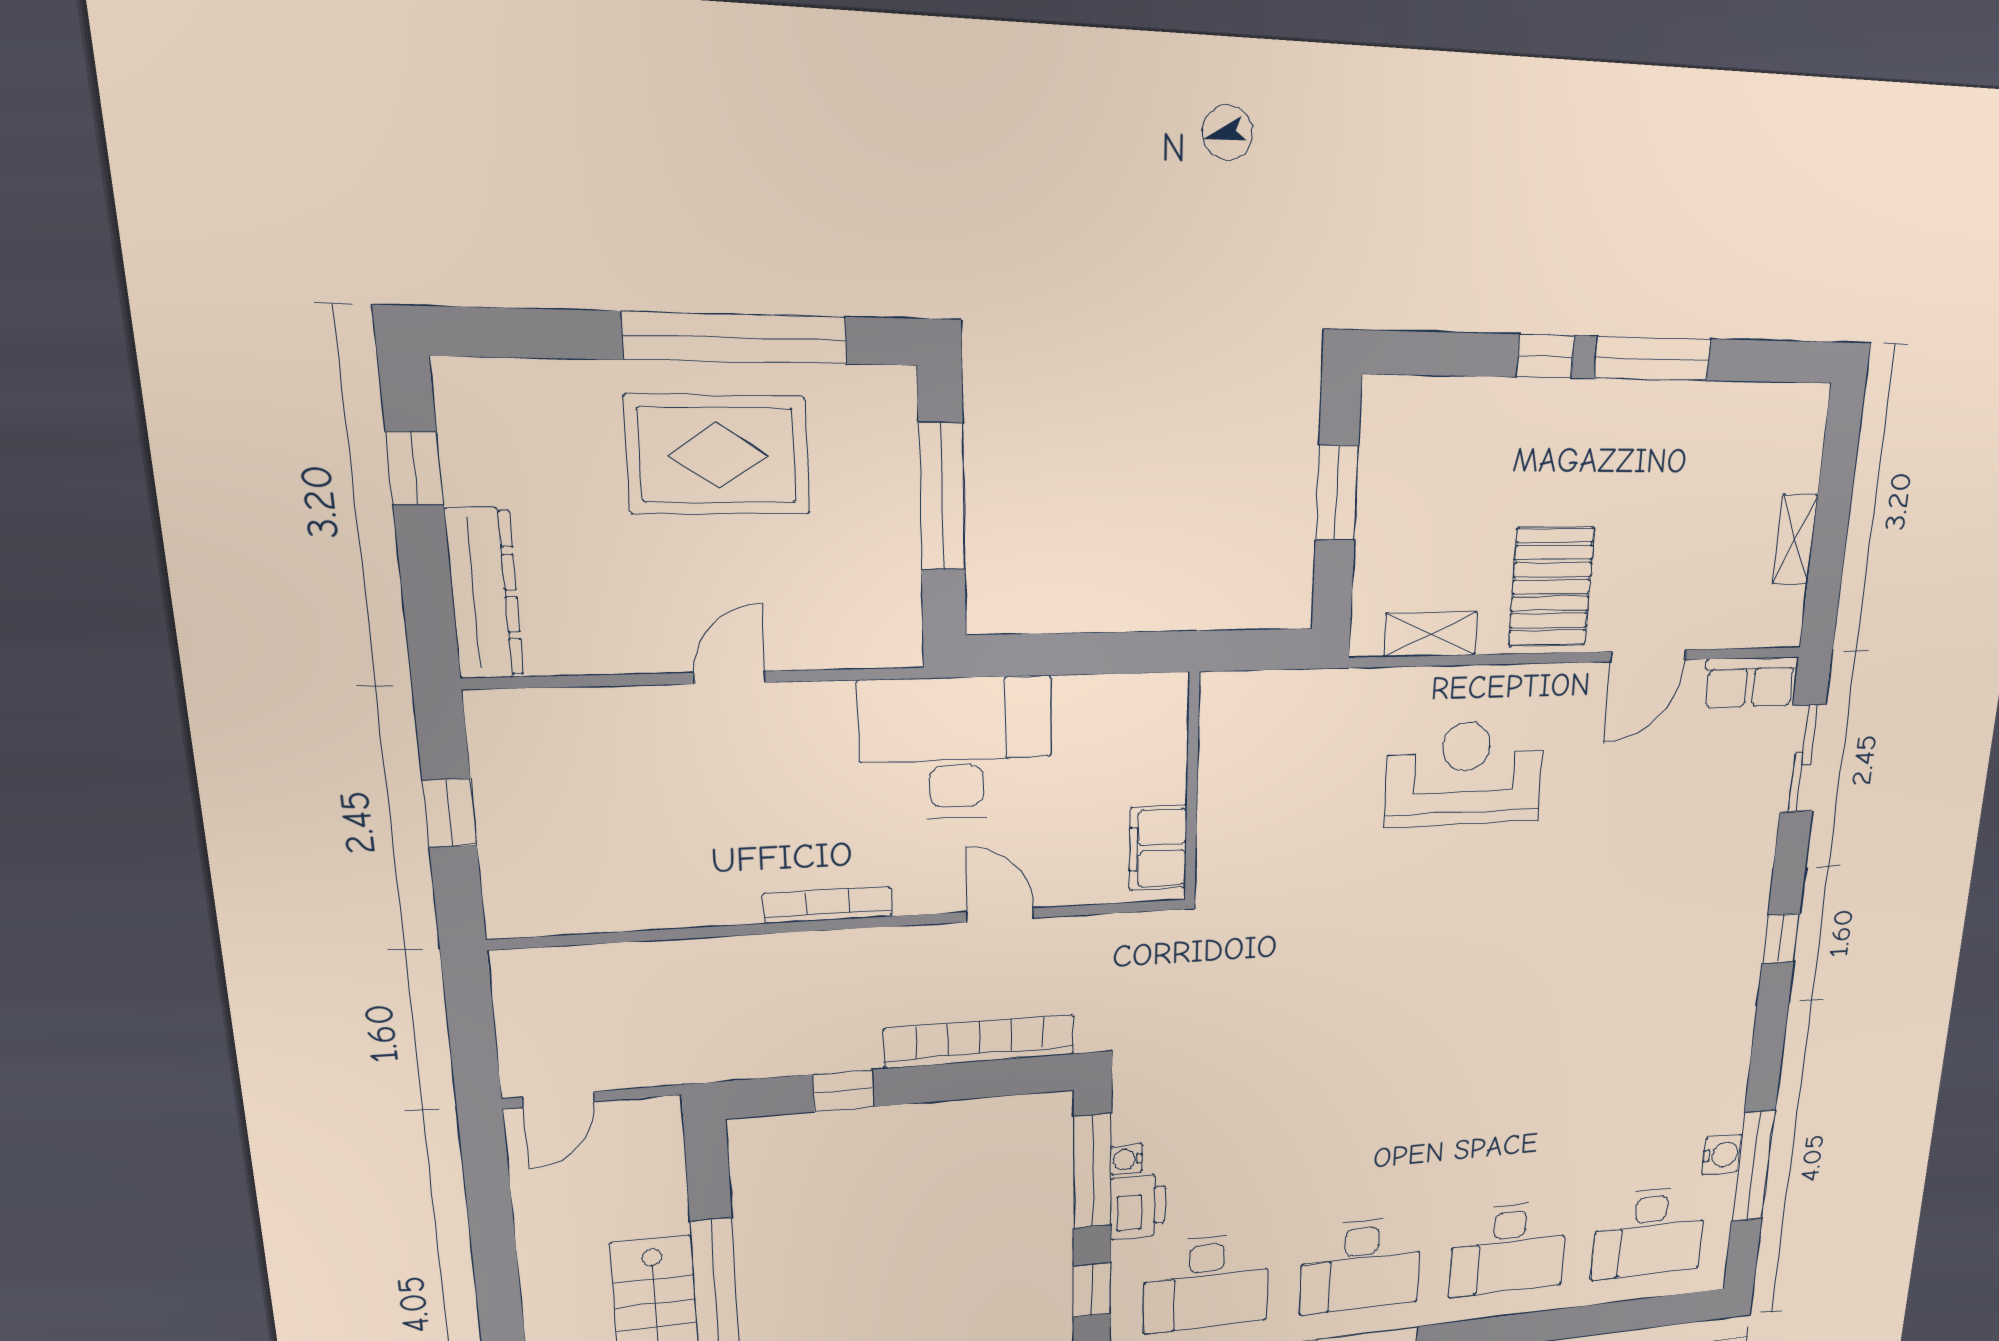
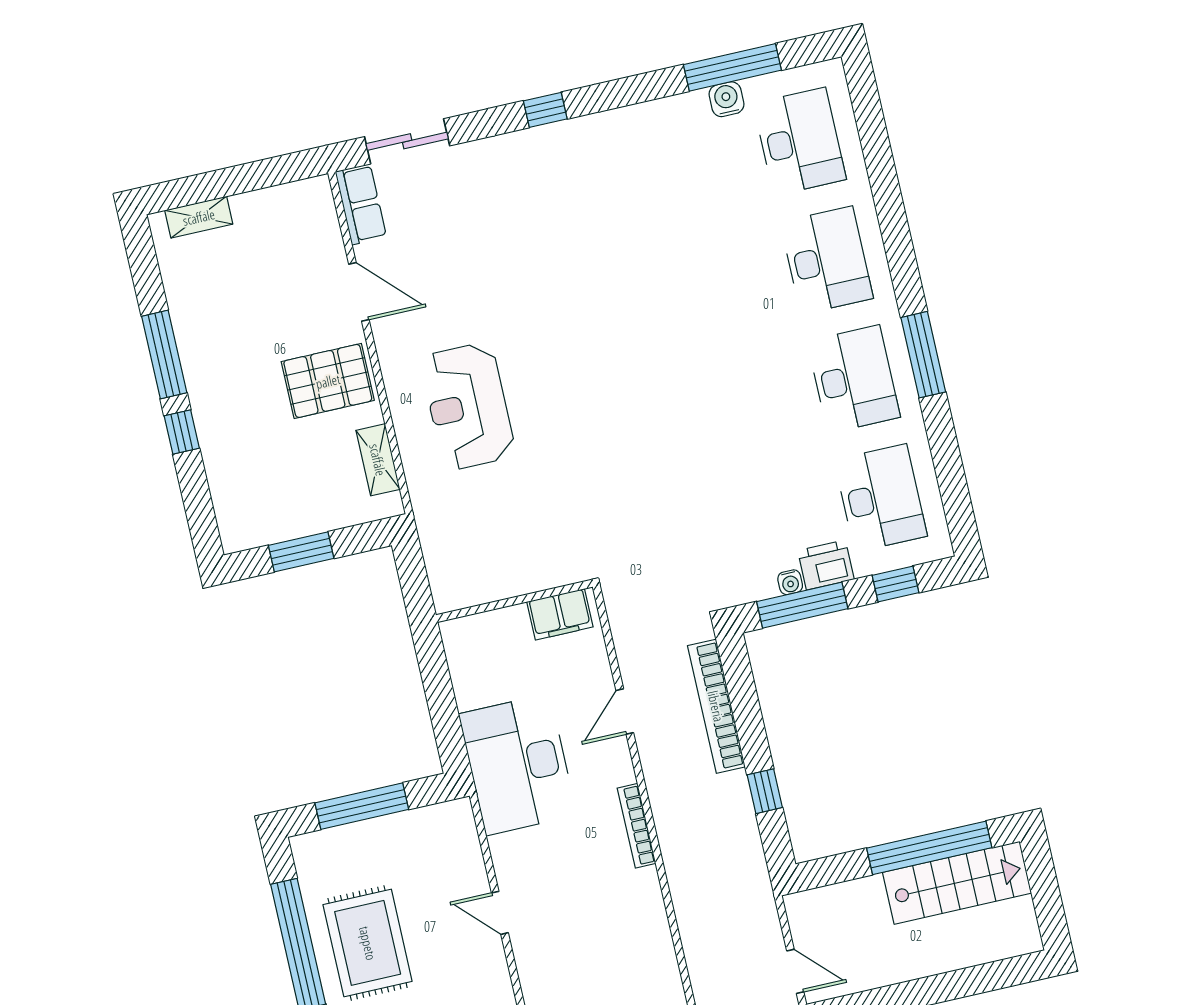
shelving: (1795, 539) -> (199, 217), moved

